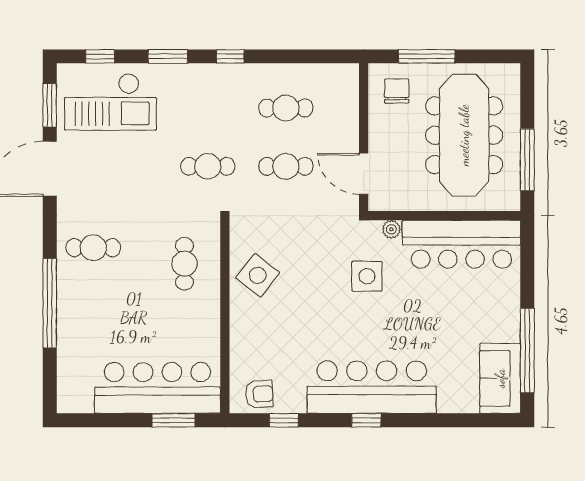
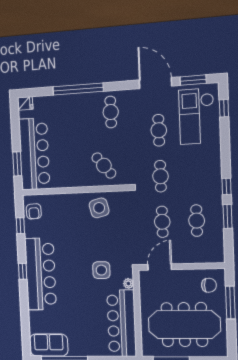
window: (168, 56) -> (227, 216), moved
cafe table: (130, 166) -> (159, 130), added
cafe table: (184, 264) -> (104, 166), turned 51
side table: (258, 275) -> (99, 208), turned 38
fridge: (68, 400) -> (25, 103), added

